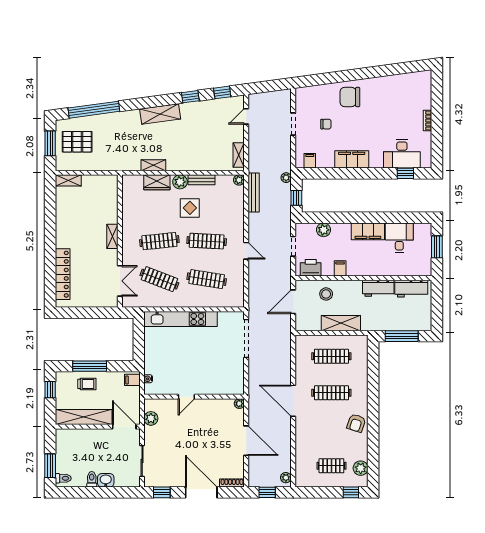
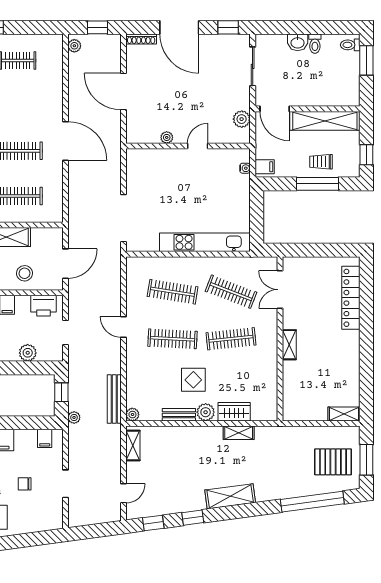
plant: (239, 404) -> (167, 137), moved

